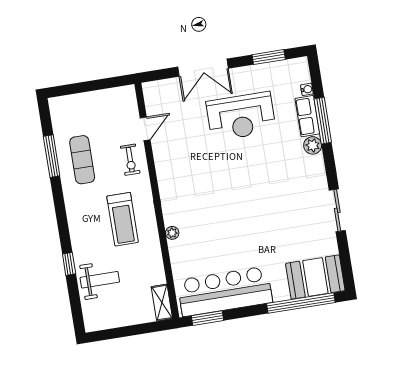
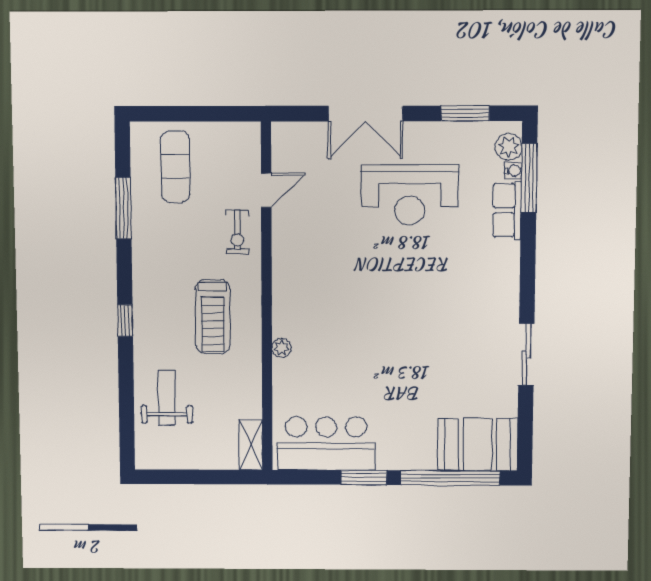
window: (323, 121) -> (529, 178), moved
plant: (313, 145) -> (509, 147), moved
exercise mat: (82, 160) -> (175, 167), moved
window: (69, 264) -> (125, 321), moved
weight bench: (100, 280) -> (167, 398), turned -90
bar counter: (225, 291) -> (326, 444), width x0.73
window: (207, 318) -> (364, 478), moved

